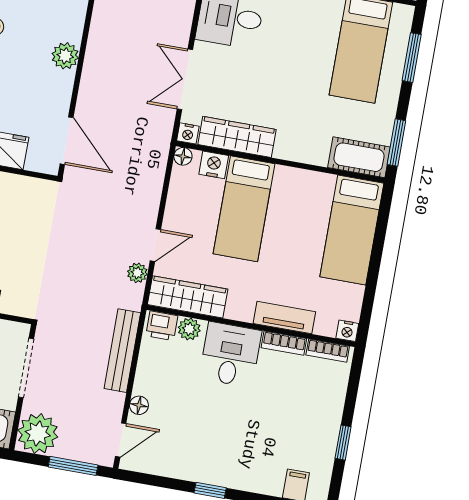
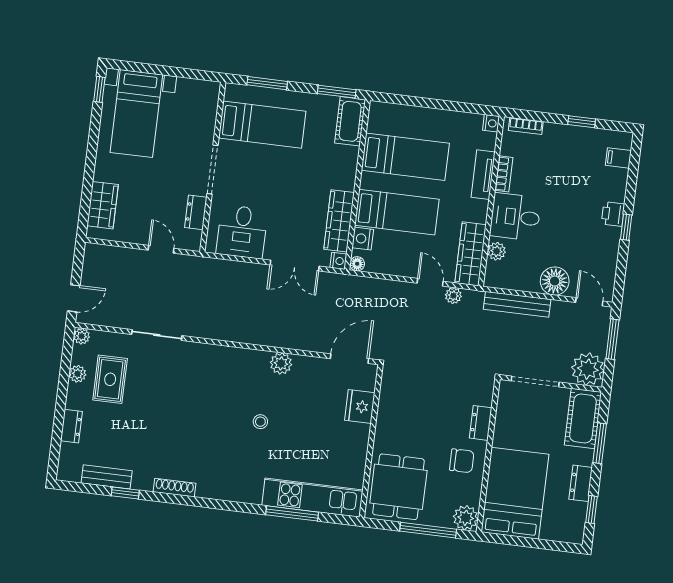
bed: (352, 230) -> (405, 157), moved
printer: (162, 326) -> (613, 214), moved, turned 180
bookcase: (328, 351) -> (526, 126), moved, turned 90
floor lamp: (139, 405) -> (555, 281), width x1.89, depth x1.89

